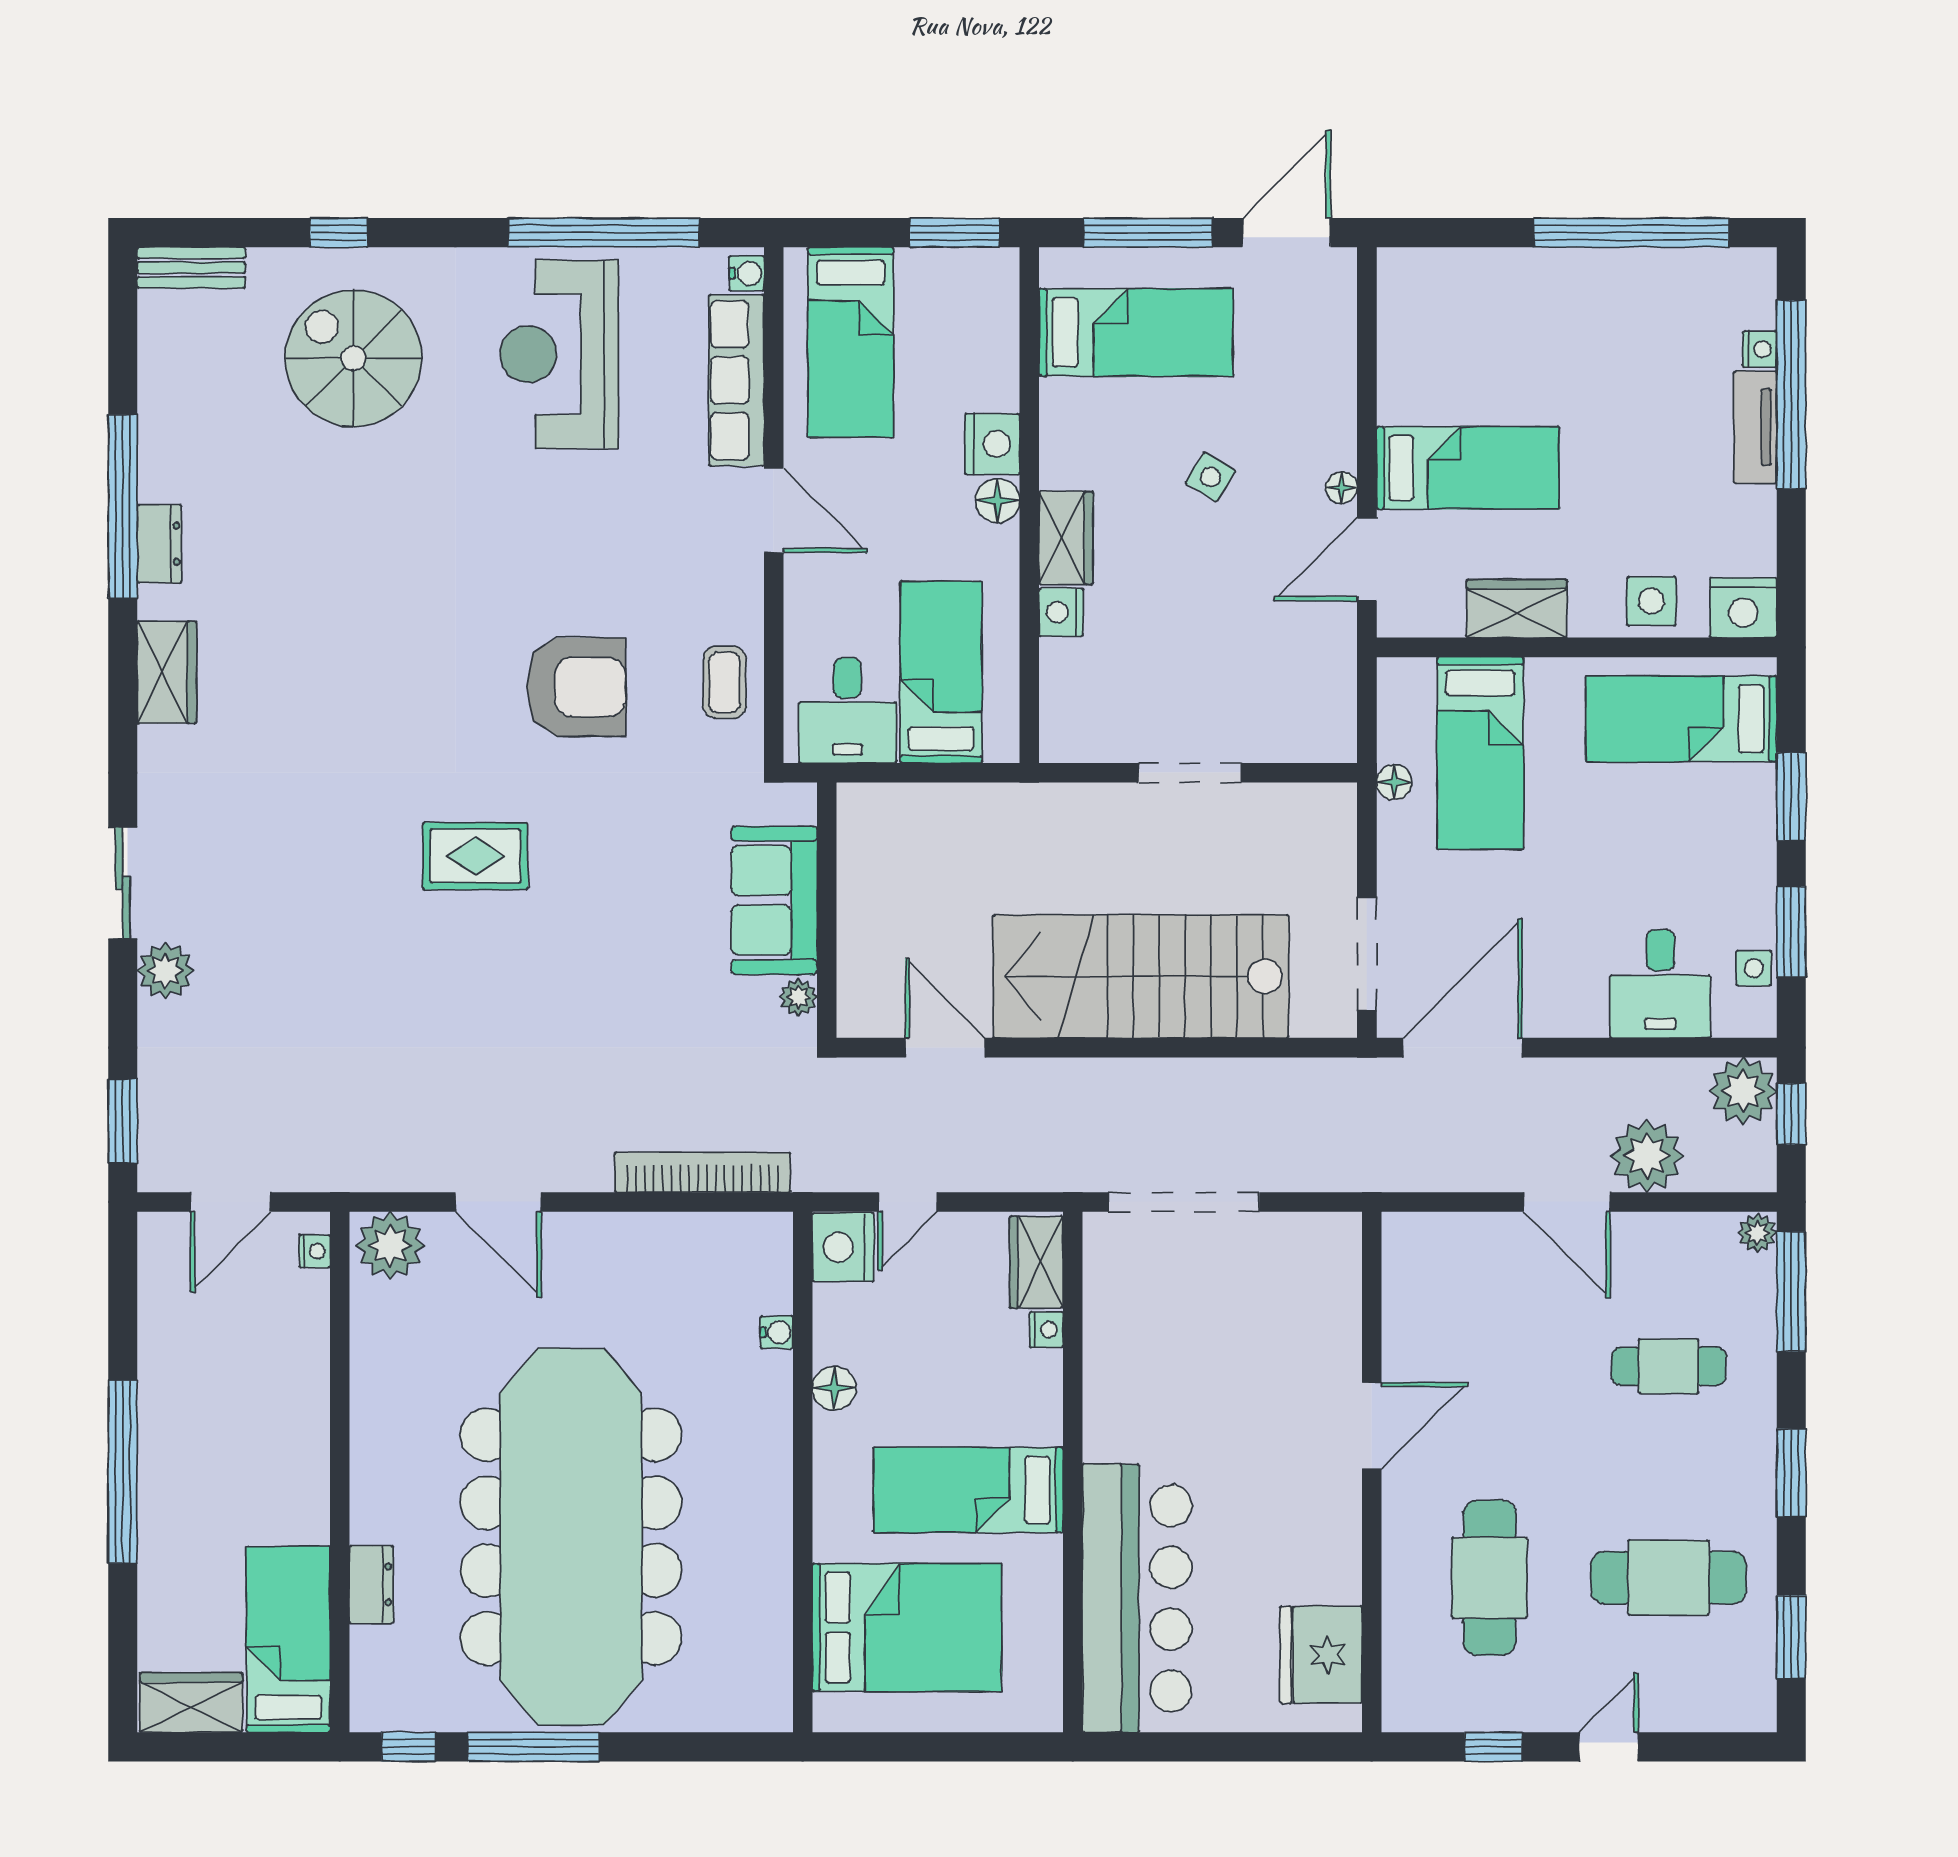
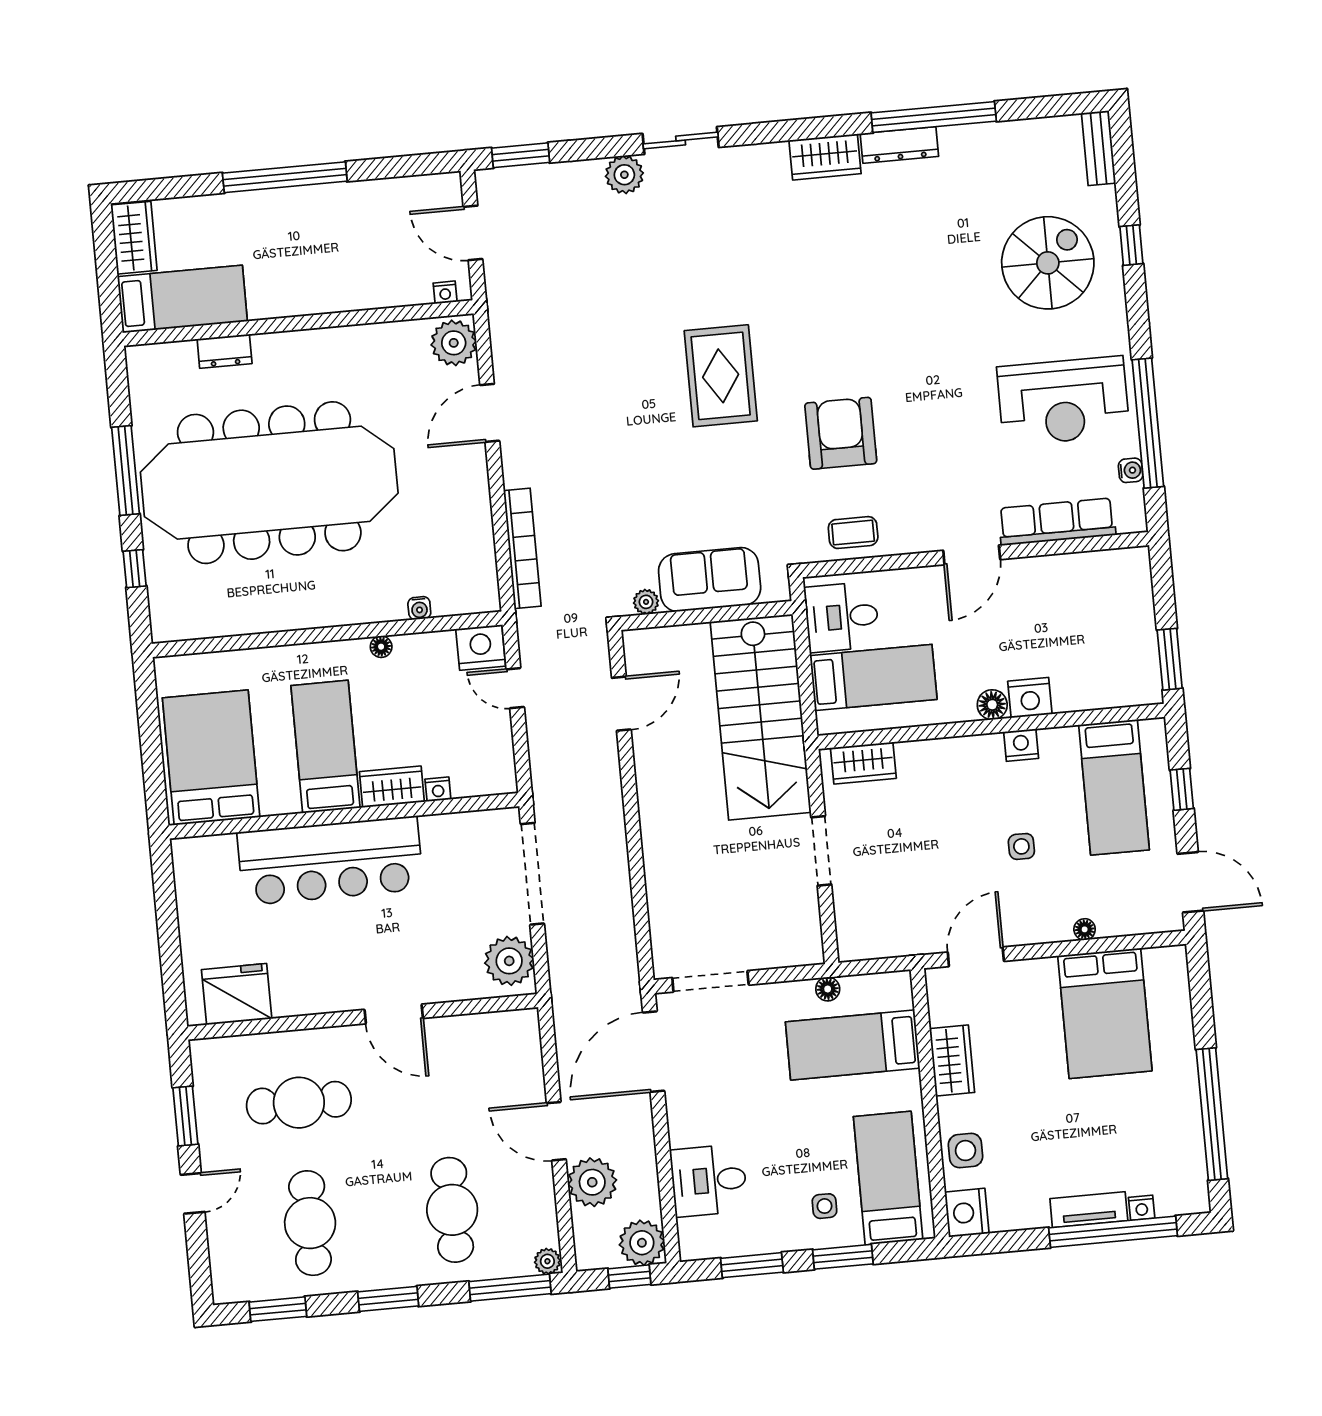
window: (1148, 233) -> (1182, 789), width x0.46
water cooler: (747, 273) -> (1131, 470), moved, turned -90
bed: (851, 342) -> (1090, 596), removed
reception desk: (559, 354) -> (1063, 401), turned 180
bed: (1468, 468) -> (1105, 1013), moved, width x1.50
side table: (1211, 477) -> (1021, 846), turned -32
floor lamp: (1341, 488) -> (1085, 929), moved
wardrobe: (1066, 538) -> (863, 763), moved
dresser: (159, 544) -> (899, 145), width x1.44
door: (1367, 559) -> (976, 957), hinge flipped
nightstand: (1061, 612) -> (1021, 745), moved
armchair: (576, 687) -> (841, 433), turned 180
rug: (475, 856) -> (721, 376), width x1.36, depth x1.43
side table: (1754, 968) -> (824, 1206), moved
stairs: (1141, 976) -> (761, 717), moved, turned 180
door: (1463, 1048) -> (654, 1052), swing flipped
door: (1567, 1202) -> (556, 1131), hinge flipped
plant: (1309, 1248) -> (509, 961), added
wardrobe: (1036, 1262) -> (392, 787), moved
cafe table: (1669, 1366) -> (452, 1210), width x1.37, depth x1.35
floor lamp: (834, 1388) -> (381, 647), width x0.73, depth x0.73
bar counter: (1137, 1598) -> (330, 861), moved
bed: (907, 1627) -> (211, 757), moved, turned 180
window: (409, 1747) -> (135, 569), moved
window: (1494, 1747) -> (185, 1116), width x1.50
door: (1609, 1747) -> (193, 1193), hinge flipped

